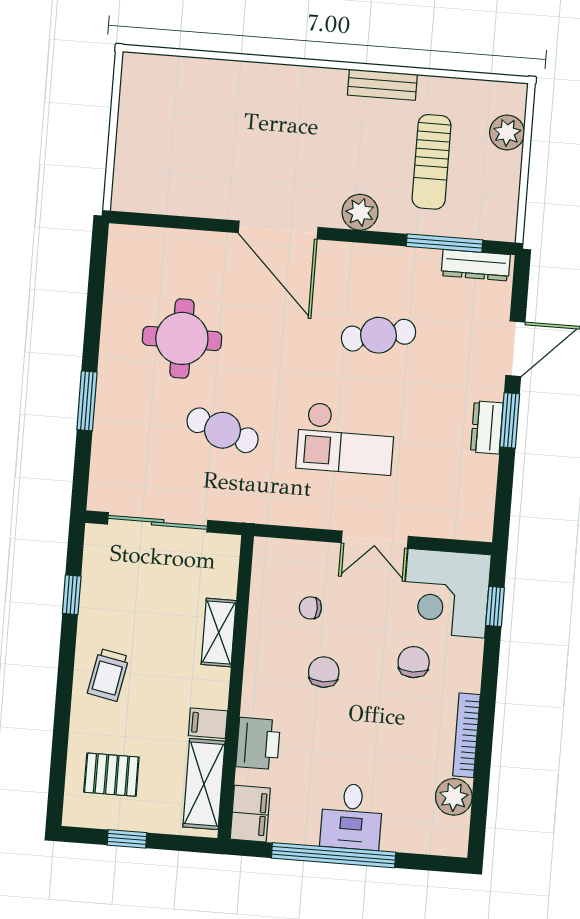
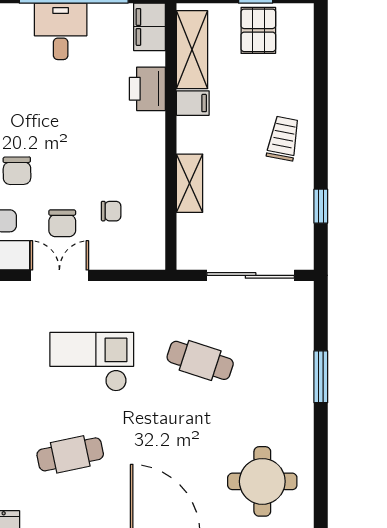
round table: (182, 338) -> (262, 481), moved
chair: (324, 672) -> (62, 223), moved
pallet: (111, 775) -> (258, 30), moved, turned 90

